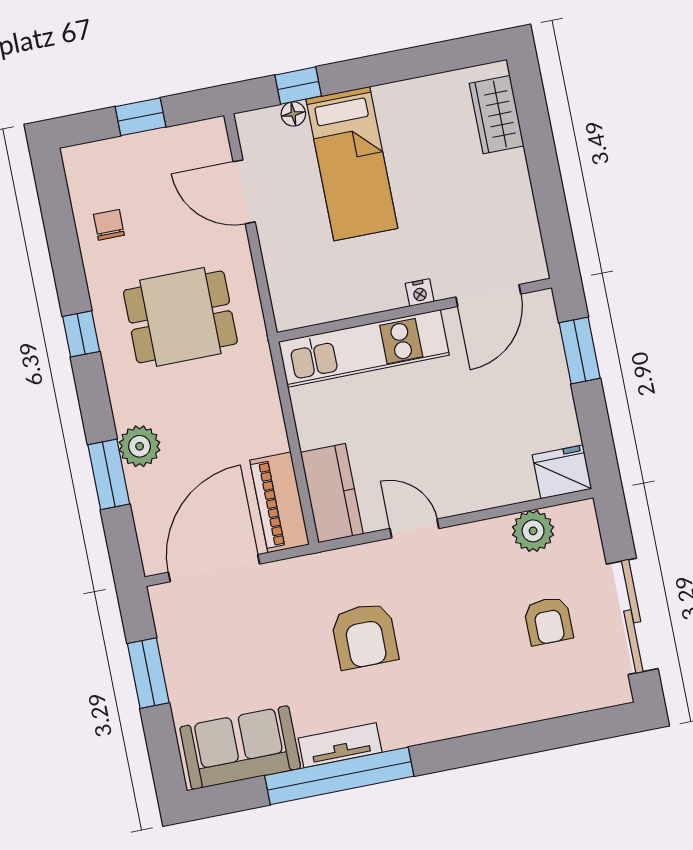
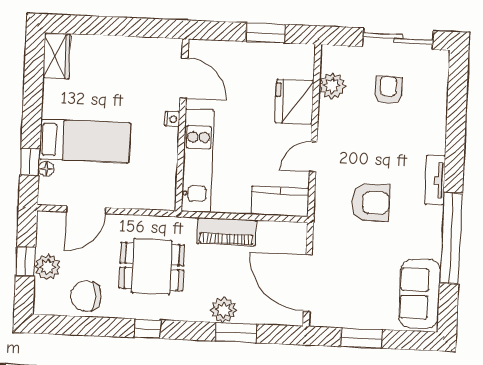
wardrobe: (497, 115) -> (57, 56), moved, turned -90
plant: (140, 154) -> (48, 267), added
chair: (109, 225) -> (86, 296), width x1.87, depth x1.87
dining table: (180, 317) -> (152, 266), turned 90
window: (580, 350) -> (265, 33), moved
fridge: (562, 472) -> (294, 102), moved, width x1.36, depth x1.34
piano: (279, 502) -> (226, 232), moved
armchair: (548, 621) -> (389, 90), turned -90
tv unit: (340, 745) -> (435, 180), moved

